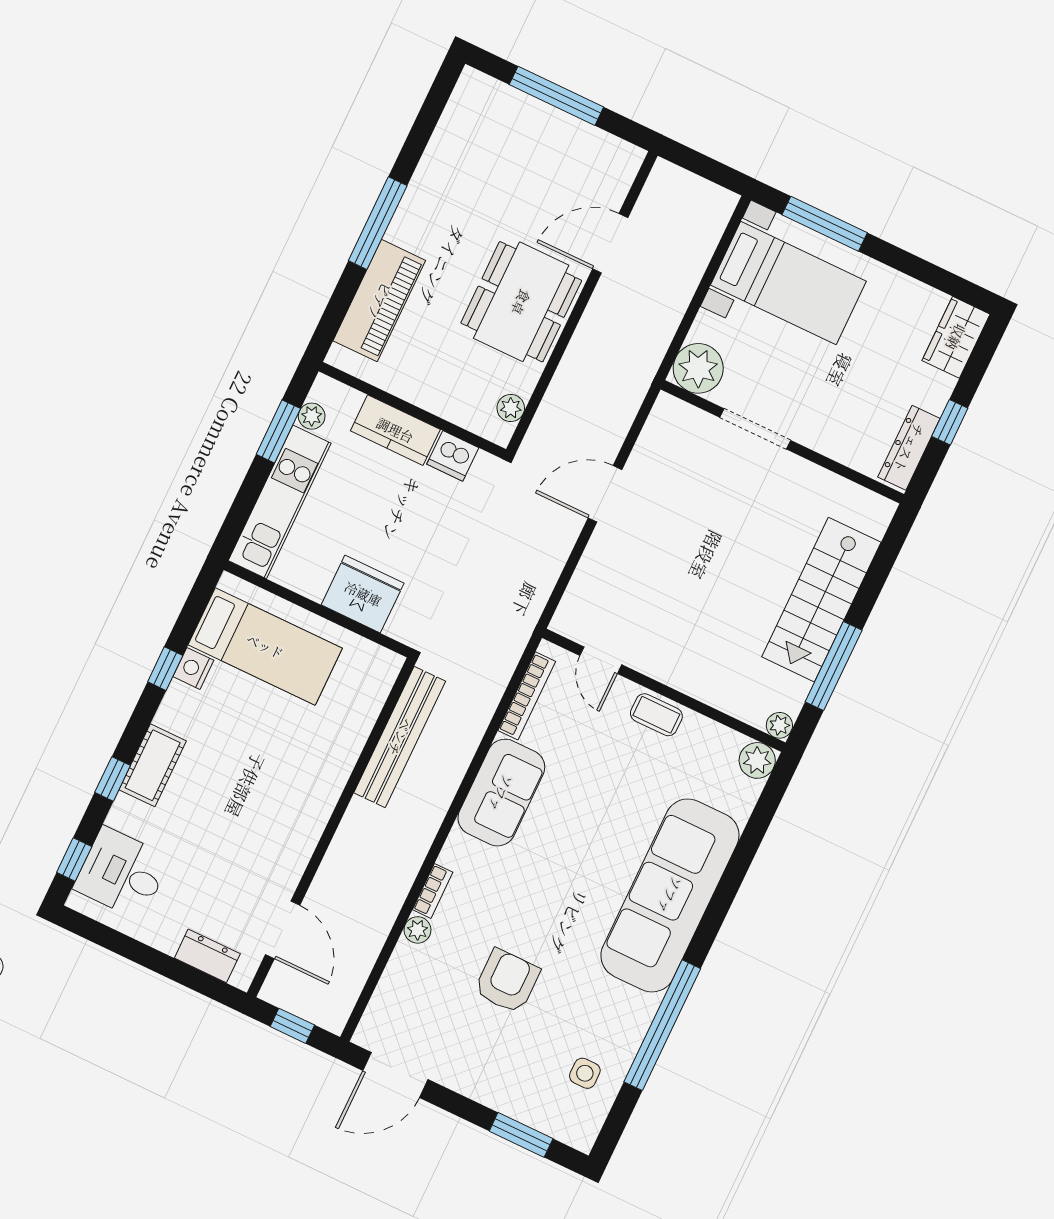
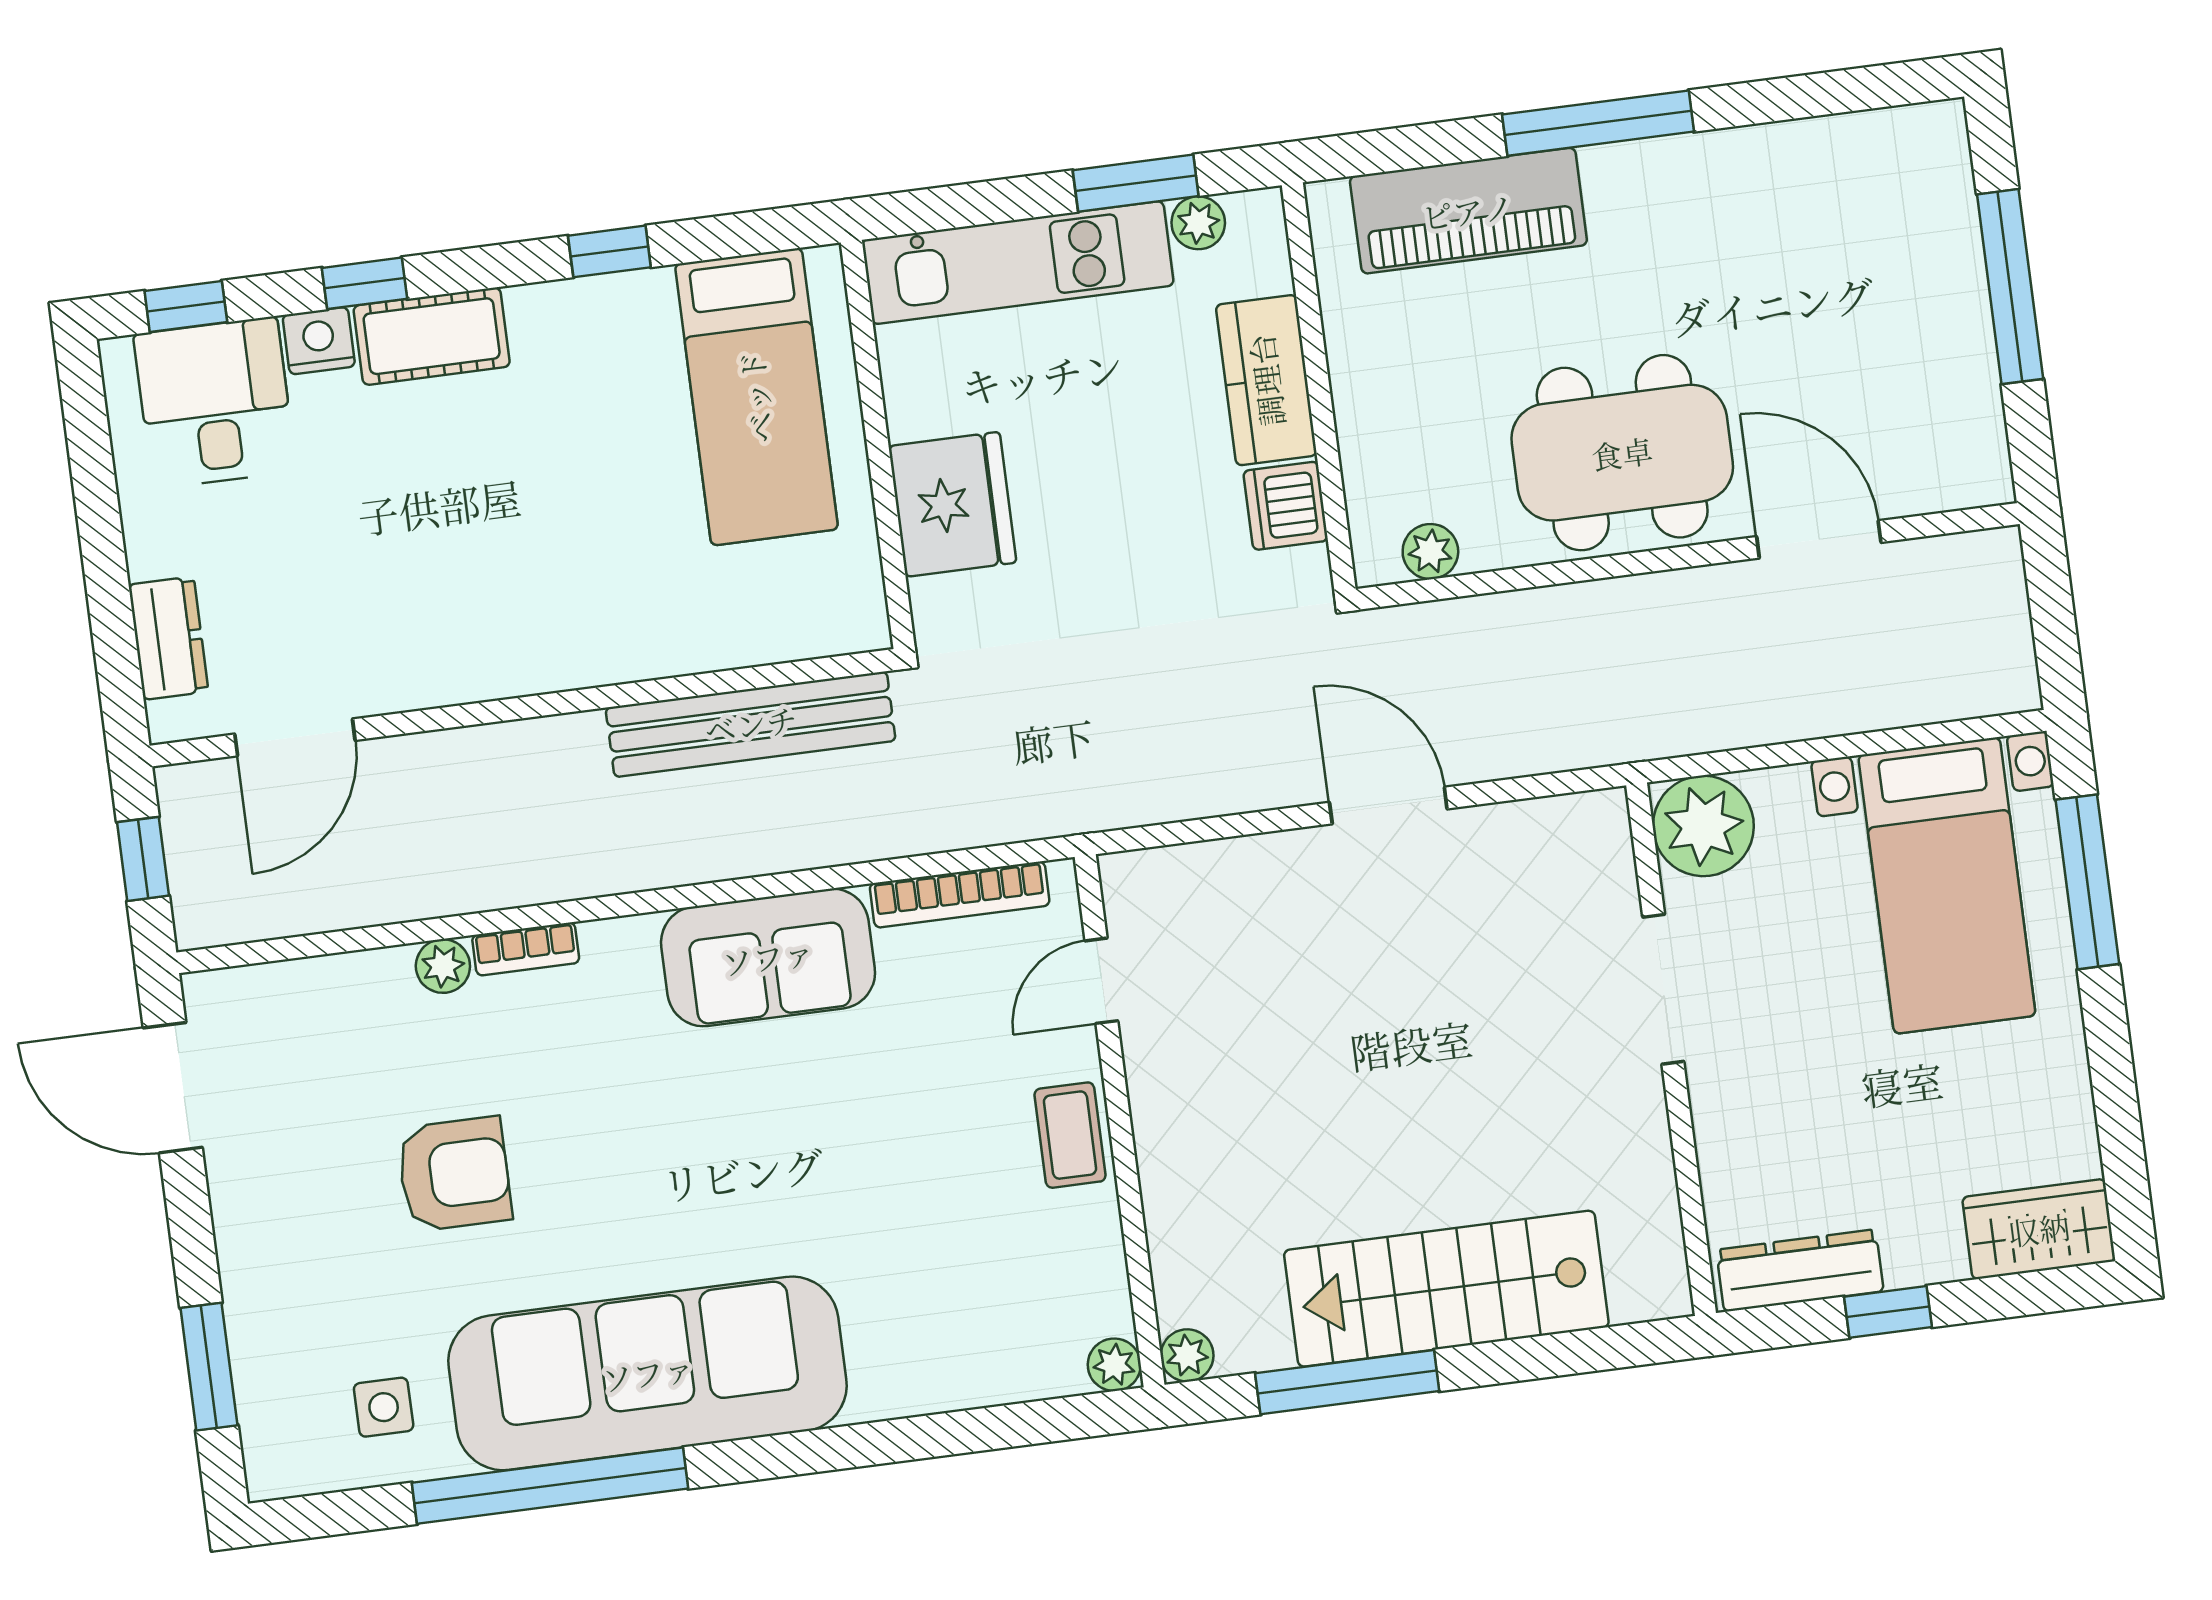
nightstand: (193, 668) -> (319, 341), moved
plant: (757, 760) -> (1114, 1365), width x0.73, depth x0.73
sofa: (670, 895) -> (648, 1373), moved

